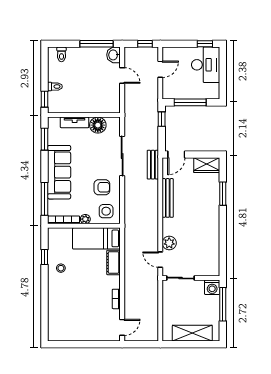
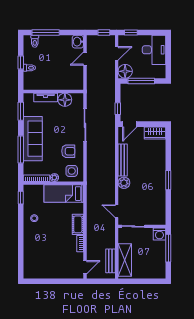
window: (97, 44) -> (46, 32), moved
window: (205, 44) -> (131, 32), moved
door: (122, 75) -> (85, 59), swing flipped
floor lamp: (171, 91) -> (125, 71), added
window: (45, 99) -> (21, 63), moved
window: (162, 119) -> (118, 109), moved
bench: (153, 165) -> (110, 261), moved
window: (223, 194) -> (168, 180), moved
window: (45, 199) -> (21, 150), moved
plant: (169, 243) -> (124, 183), moved
window: (45, 257) -> (21, 198), moved
cot: (114, 262) -> (78, 224), moved
shelving: (192, 333) -> (125, 260), moved, turned 90

